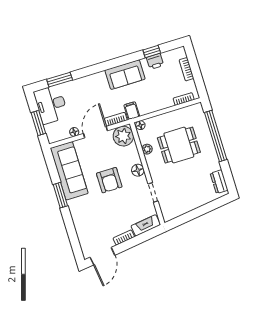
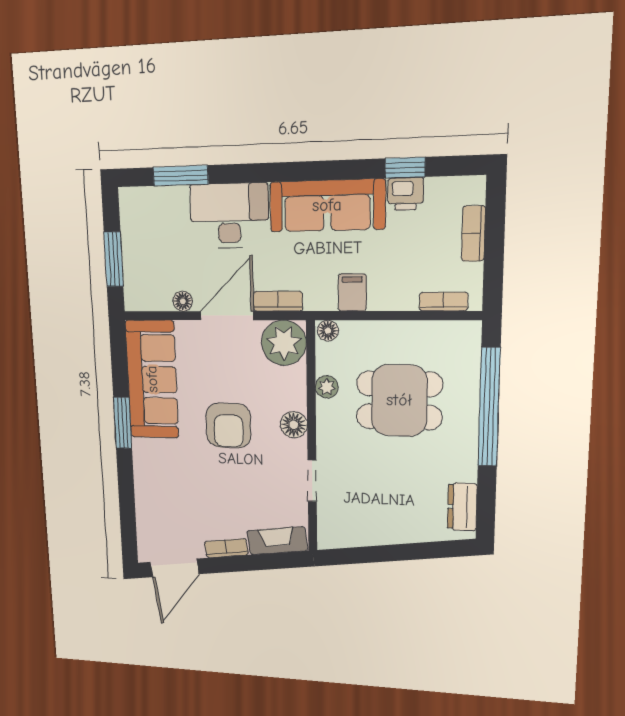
sofa: (125, 75) -> (327, 205), width x1.36
desk: (51, 104) -> (229, 216), moved, turned 90
filing cabinet: (132, 111) -> (352, 292), moved

